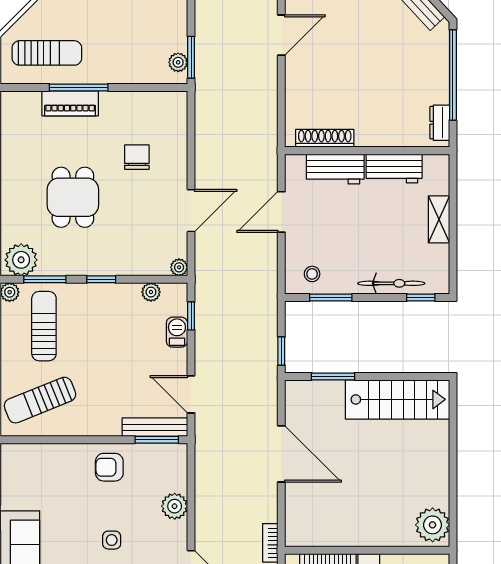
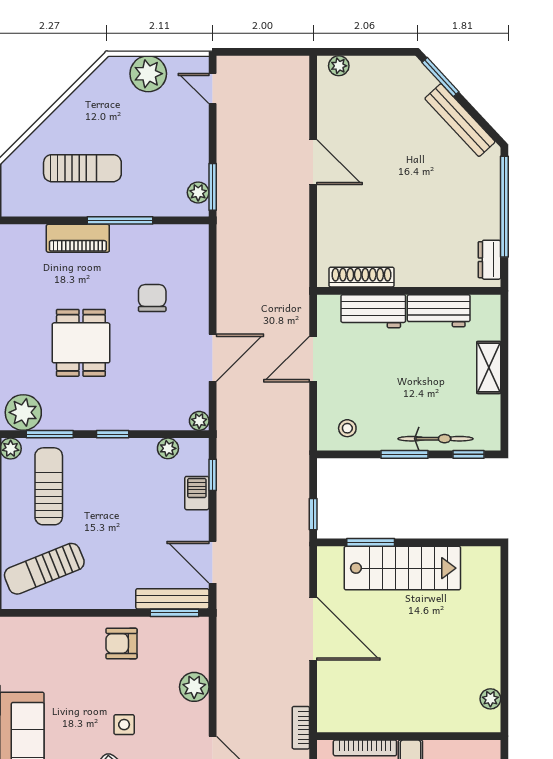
door: (281, 35) -> (313, 162), hinge flipped
sun lounger: (47, 53) -> (82, 168), moved
window: (79, 87) -> (120, 220), moved
window: (331, 297) -> (404, 454), moved
stairs: (397, 399) -> (402, 568), moved
plant: (433, 525) -> (490, 699), width x0.53, depth x0.53

